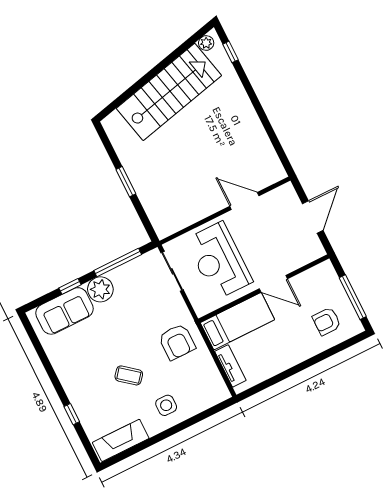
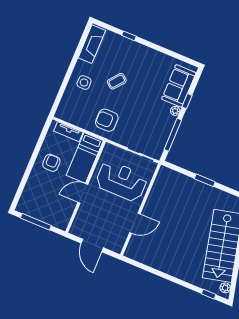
plant: (100, 289) -> (175, 111), width x0.53, depth x0.53
armchair: (327, 321) -> (51, 163), moved

